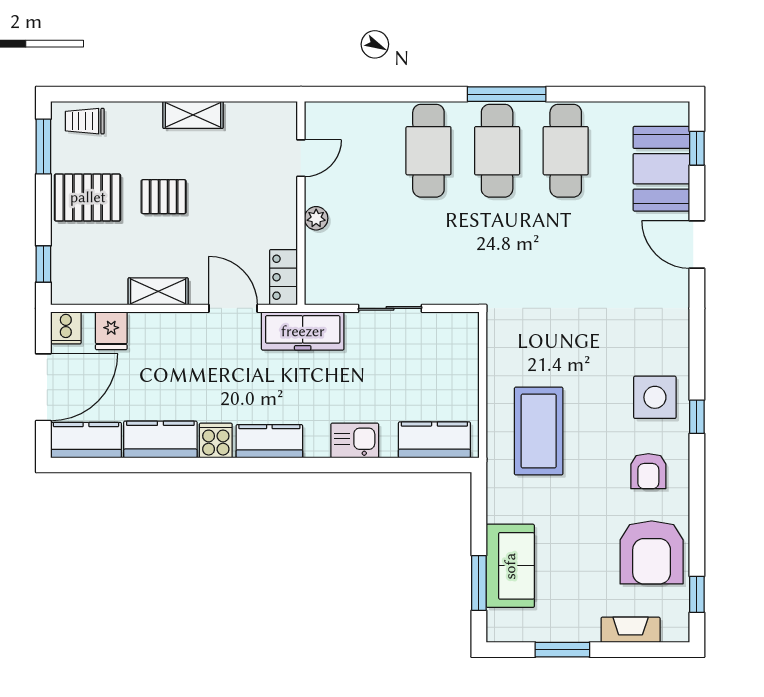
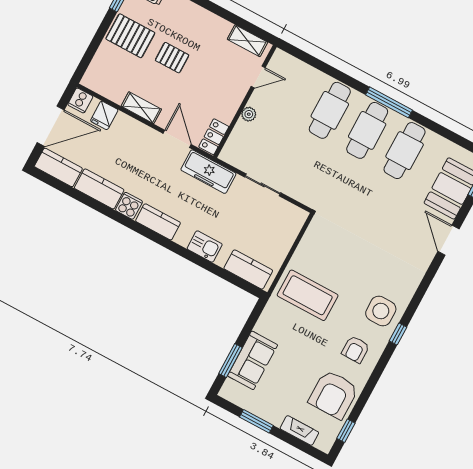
shelving: (193, 115) -> (247, 41), moved
window: (43, 264) -> (87, 59), removed
coffee table: (539, 431) -> (308, 295), turned 90

